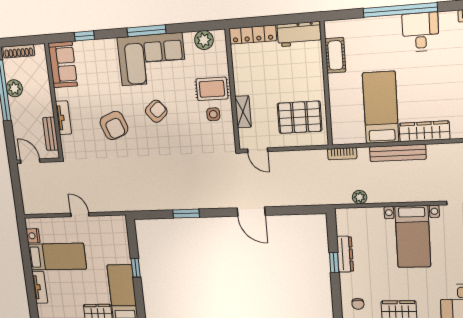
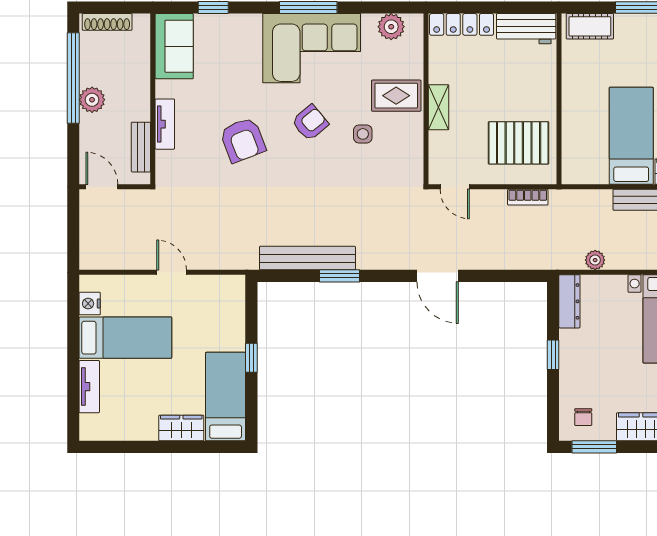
cot: (335, 55) -> (590, 26), moved, turned 90
plant: (14, 88) -> (92, 100), moved
shelving: (243, 112) -> (438, 107), moved
side table: (213, 114) -> (363, 134), moved
bookcase: (342, 154) -> (528, 197), moved
bench: (164, 202) -> (307, 258), added
dresser: (345, 254) -> (569, 301), moved

